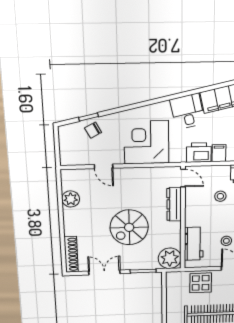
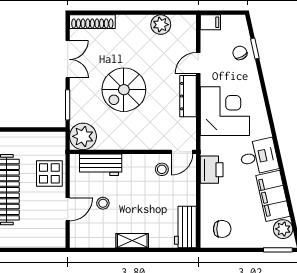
filing cabinet: (219, 153) -> (210, 22), moved
stool: (220, 196) -> (162, 169), moved
dresser: (174, 204) -> (188, 96), moved, turned -90
spiral stairs: (129, 227) -> (124, 90), turned -90

